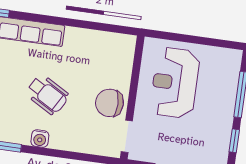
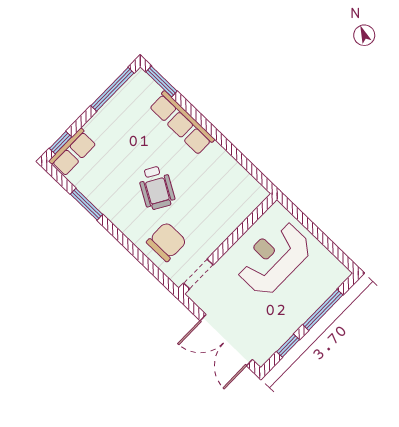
chair: (109, 103) -> (166, 242), moved, turned 90
water cooler: (40, 139) -> (122, 221), removed

